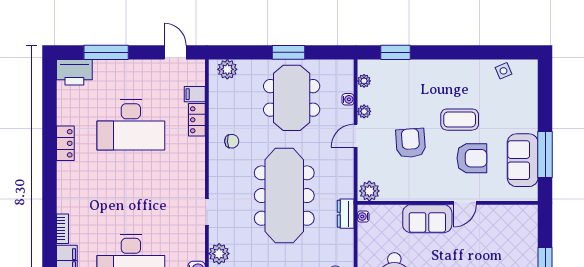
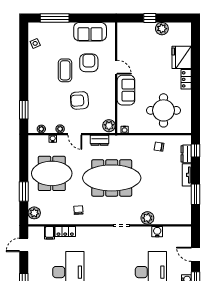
window: (289, 52) -> (24, 191), moved
window: (545, 155) -> (55, 18), moved
dresser: (346, 214) -> (100, 140), moved

